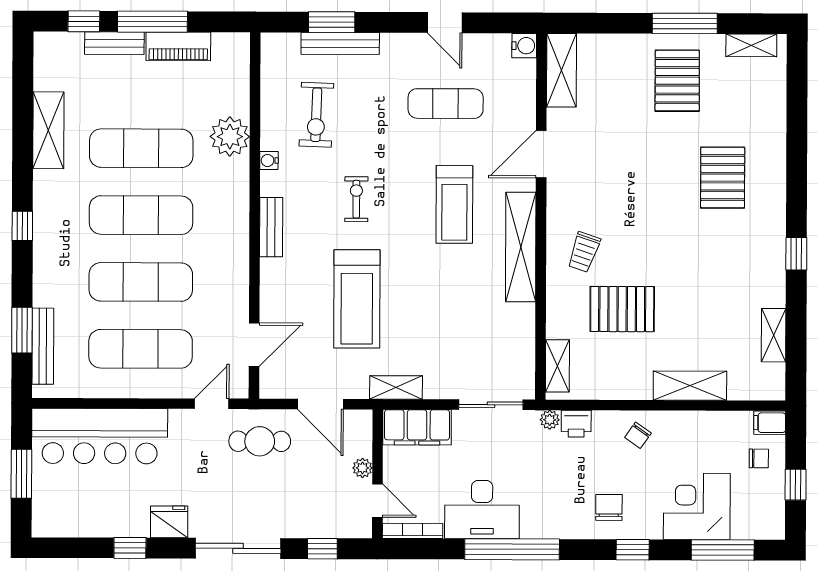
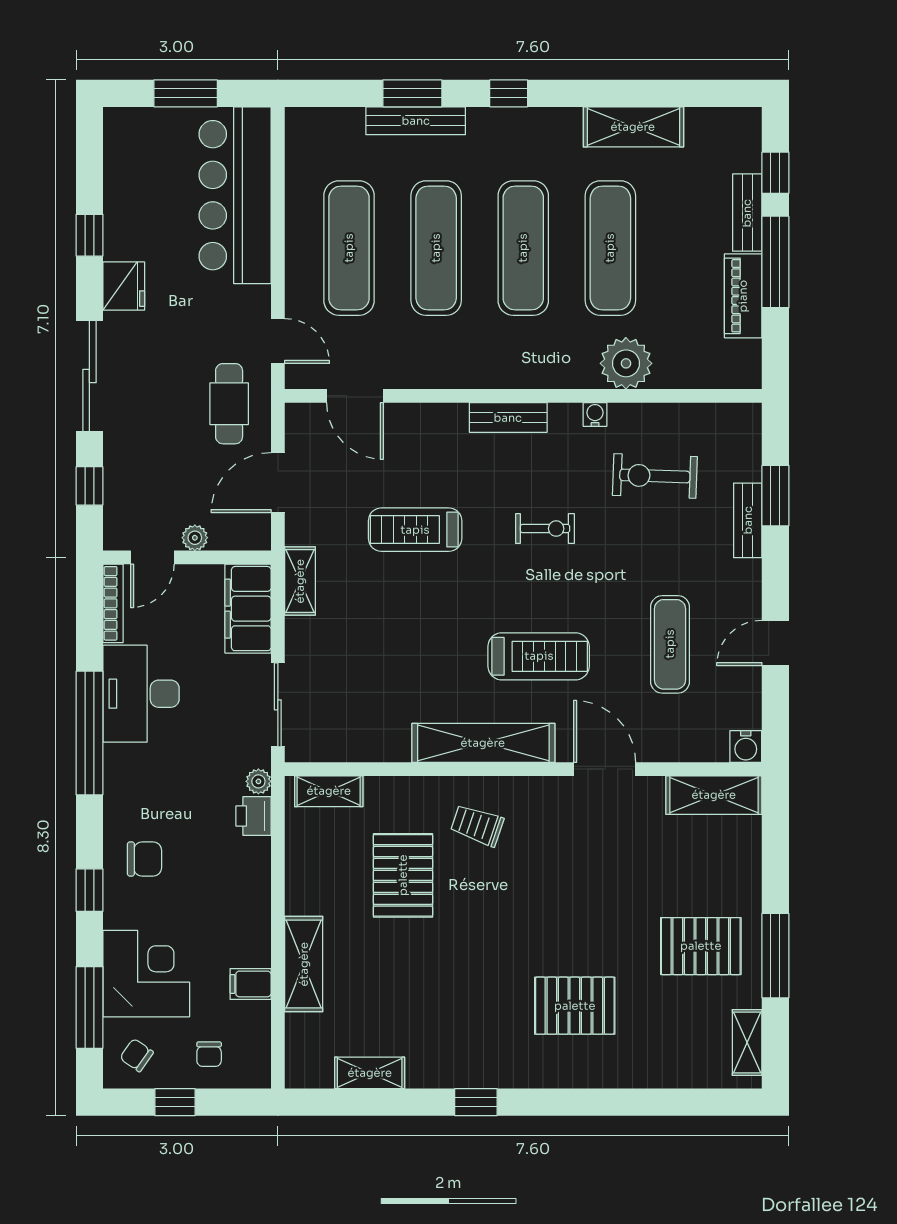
bench: (340, 44) -> (748, 520), width x0.73
treadmill: (454, 204) -> (539, 656), turned 180
treadmill: (357, 299) -> (415, 530), width x0.73, depth x0.73
window: (22, 330) -> (412, 93), moved
bench: (43, 346) -> (416, 121), moved
filing cabinet: (770, 423) -> (251, 984), moved, turned -90
chair: (638, 435) -> (137, 1055), moved

